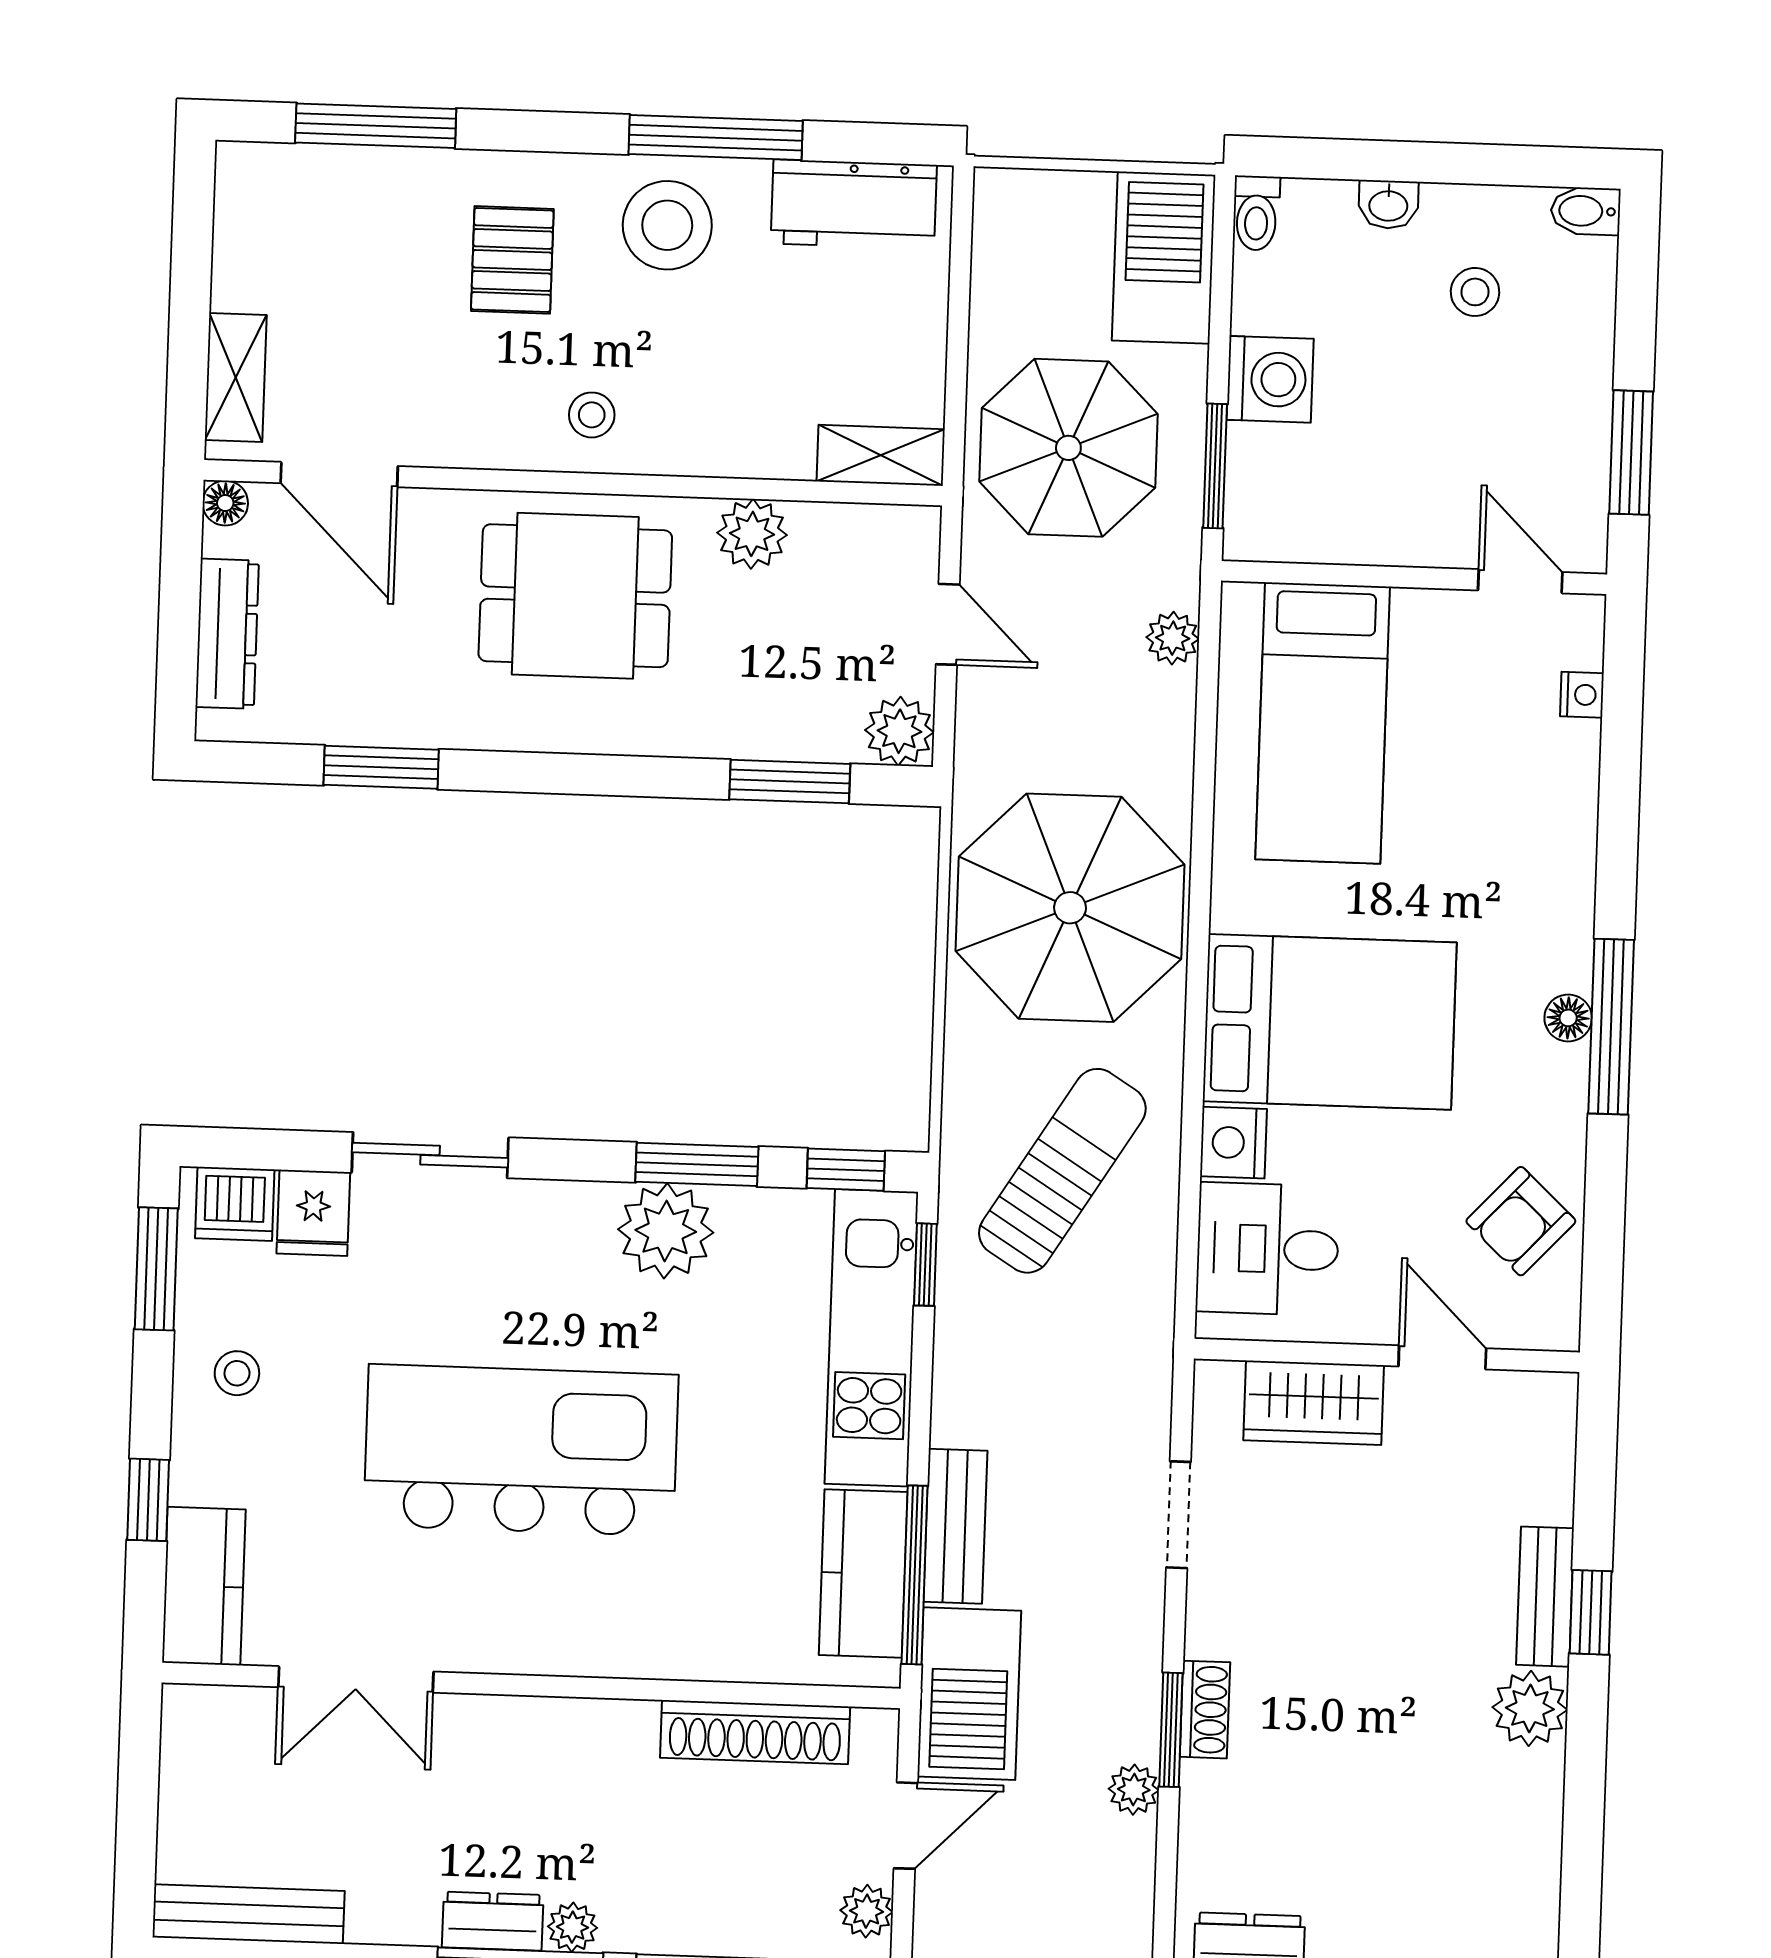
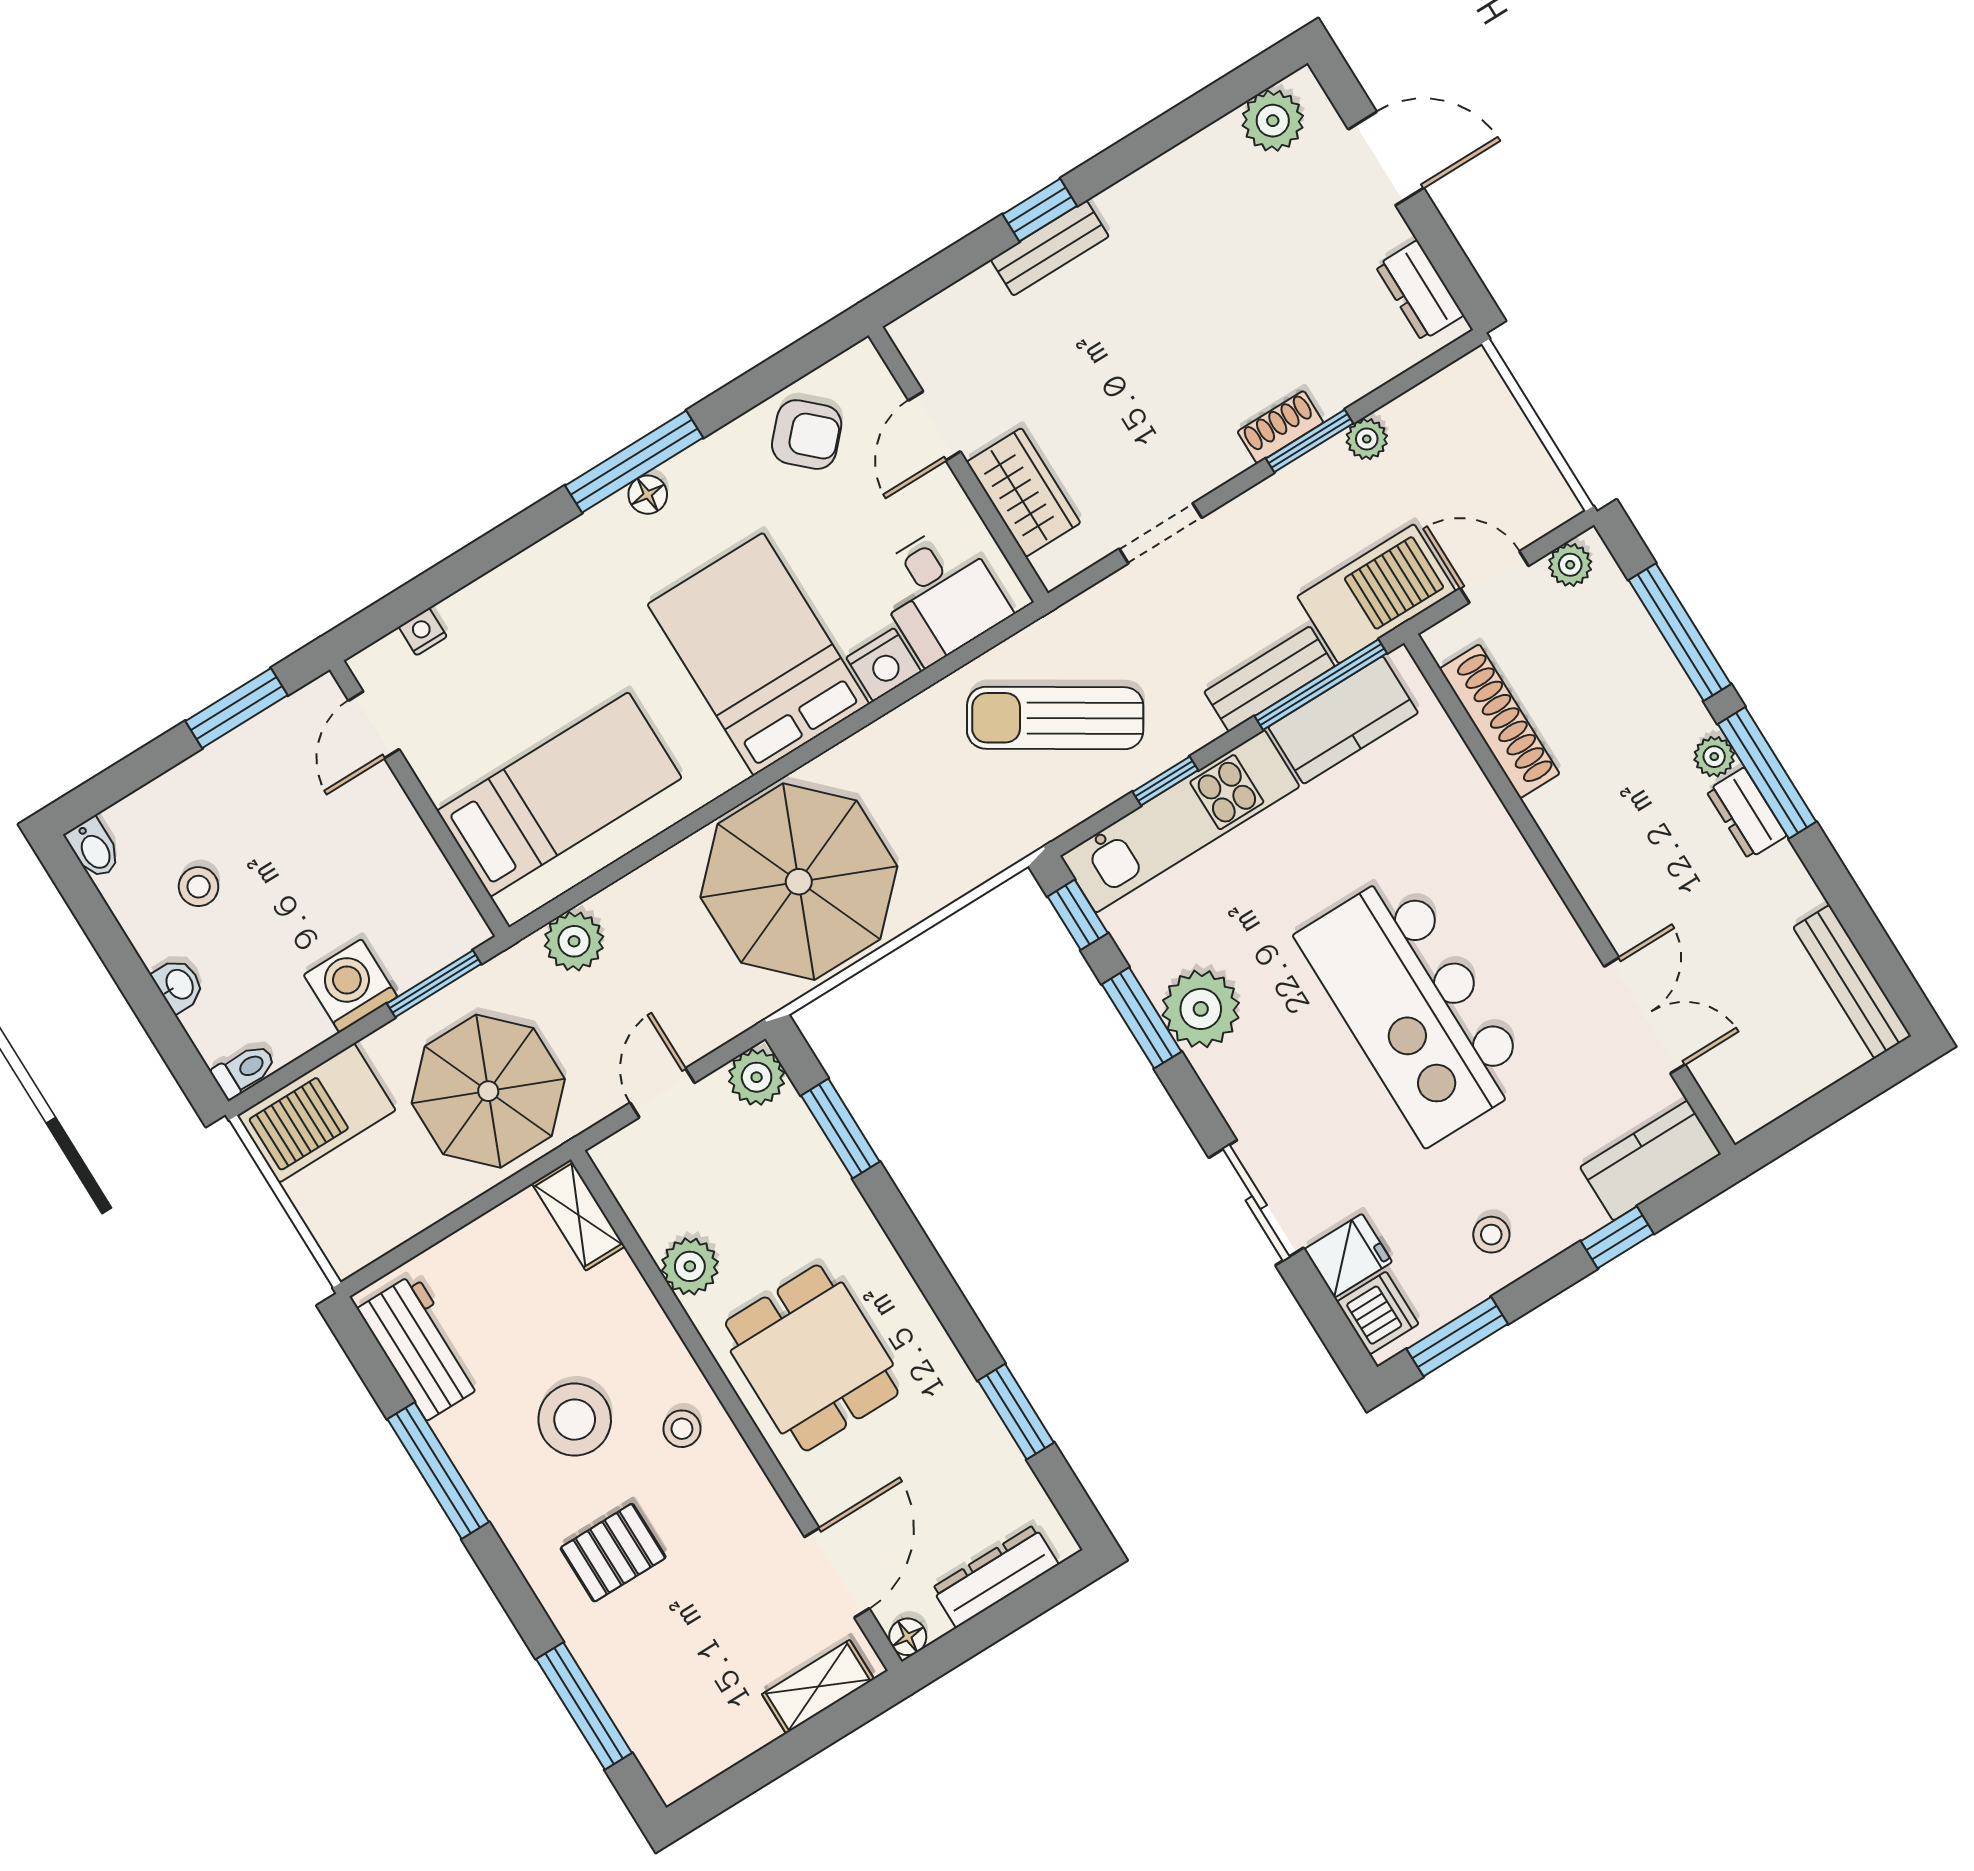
stool: (667, 225) -> (575, 1420), moved
plant: (1173, 638) -> (574, 941), width x1.38, depth x1.38
sun lounger: (1062, 1171) -> (1055, 718), moved
window: (925, 1265) -> (1165, 781), moved
plant: (1530, 1708) -> (1273, 121), moved

